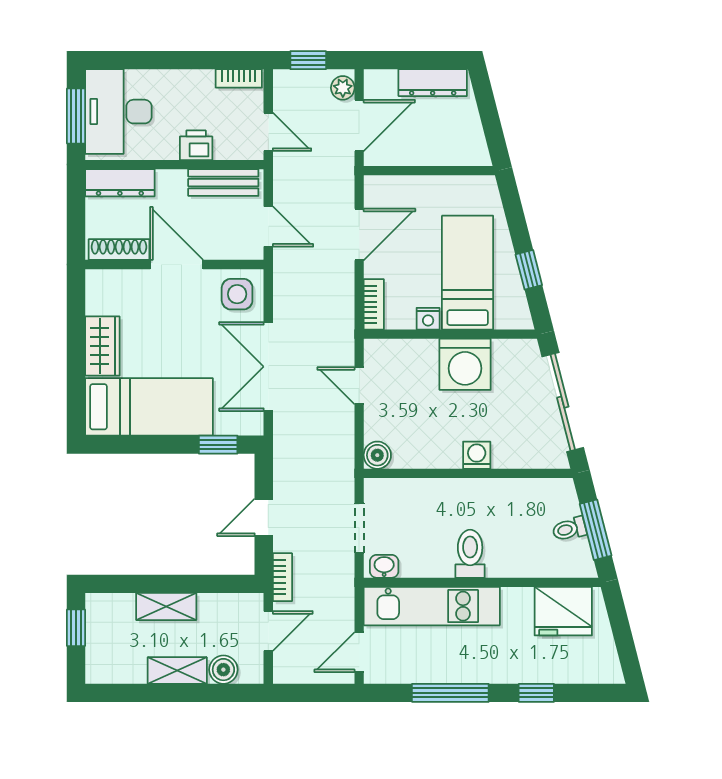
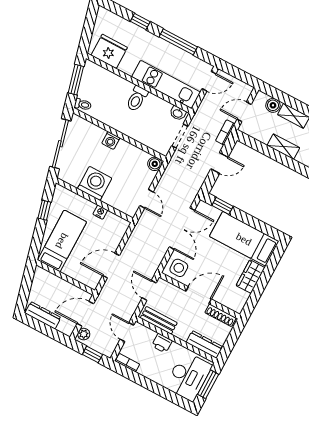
door: (177, 264) -> (199, 295), swing flipped
bed: (468, 273) -> (62, 241), moved, turned 180
bookcase: (374, 304) -> (121, 231), removed
toilet: (569, 529) -> (83, 104), moved

